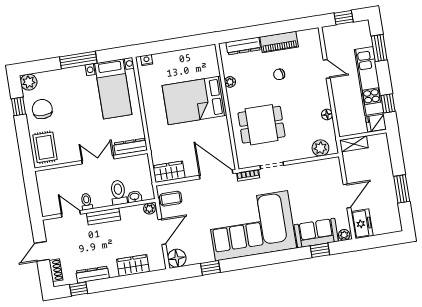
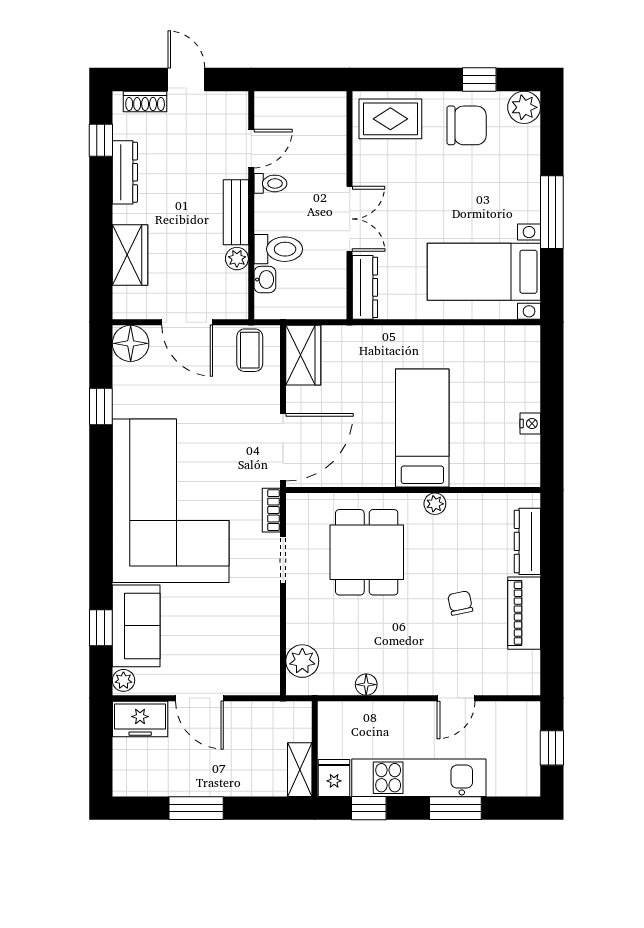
window: (379, 48) -> (455, 808), moved
nightstand: (147, 60) -> (530, 423), moved
plant: (230, 82) -> (435, 504), moved
bed: (194, 100) -> (422, 428), width x0.67
shelving: (354, 144) -> (300, 770), moved
plant: (149, 209) -> (237, 259), moved

